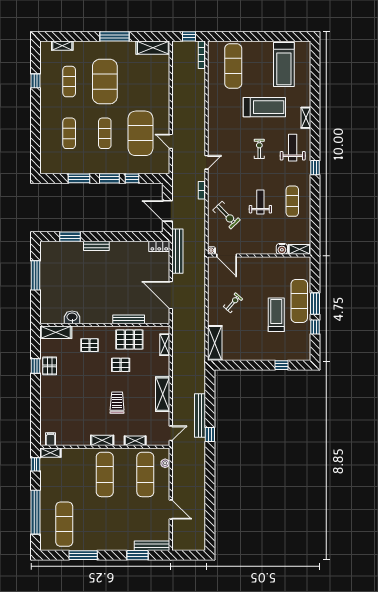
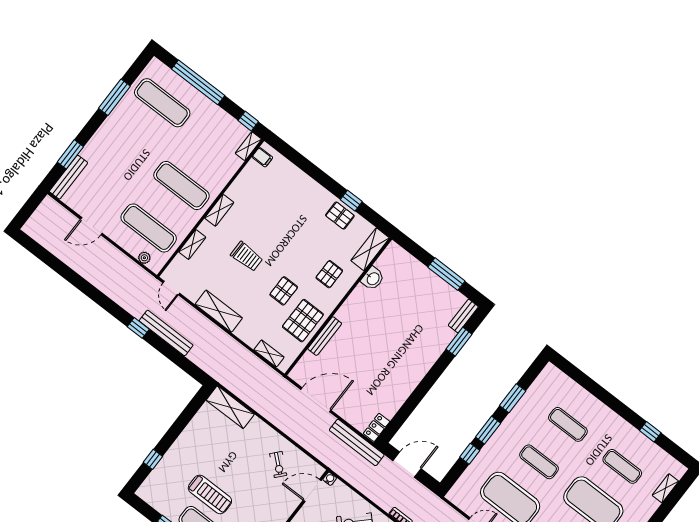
bench: (96, 246) -> (463, 316), moved
exercise bike: (233, 303) -> (278, 465), moved

